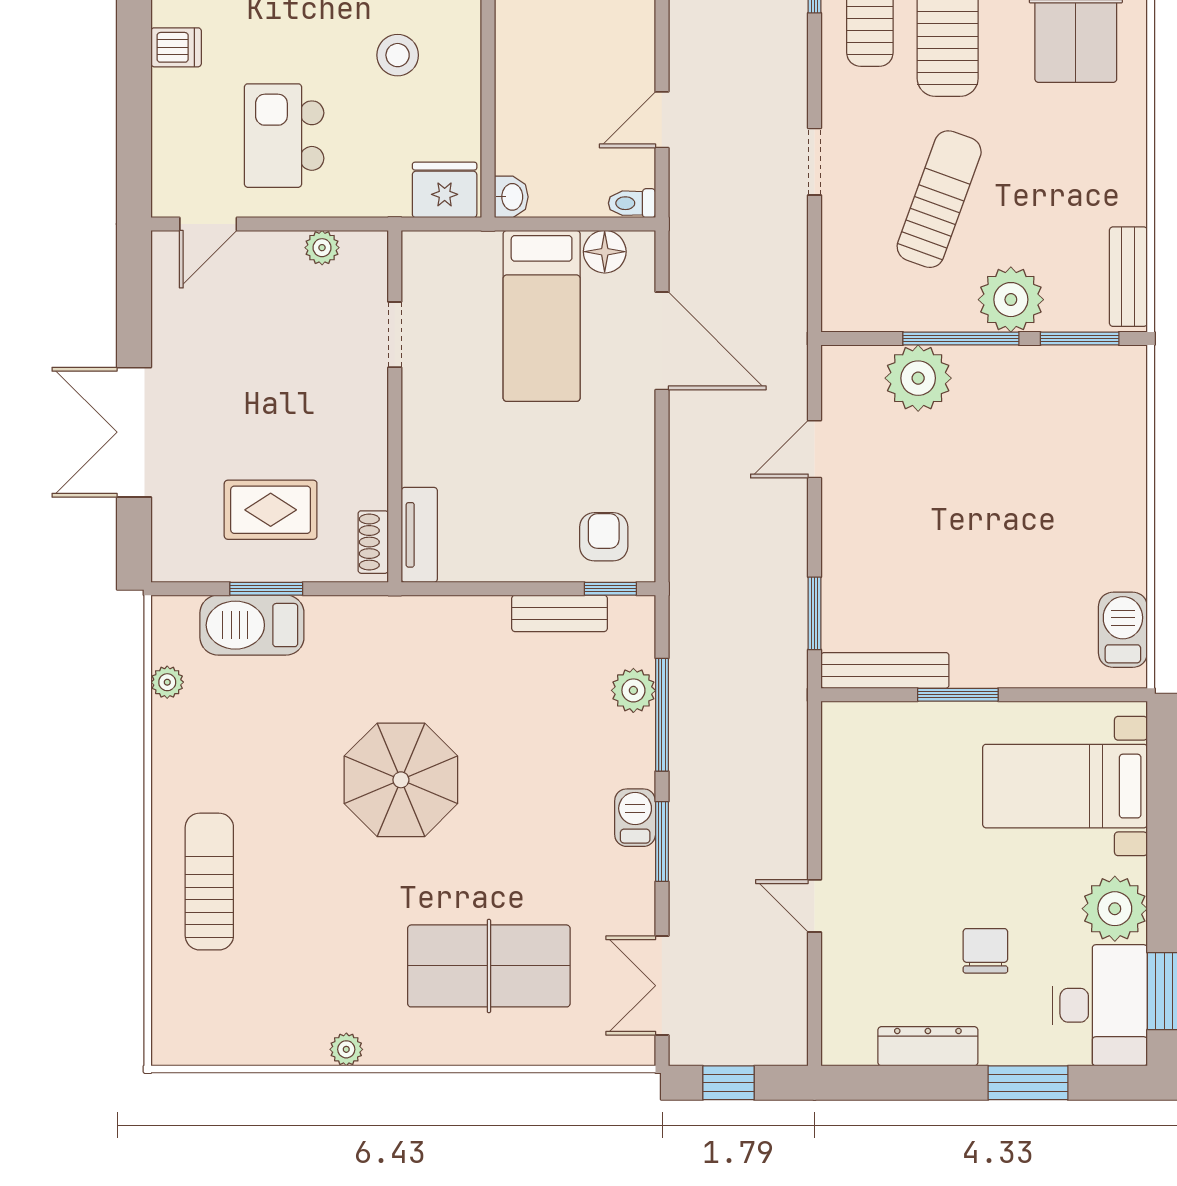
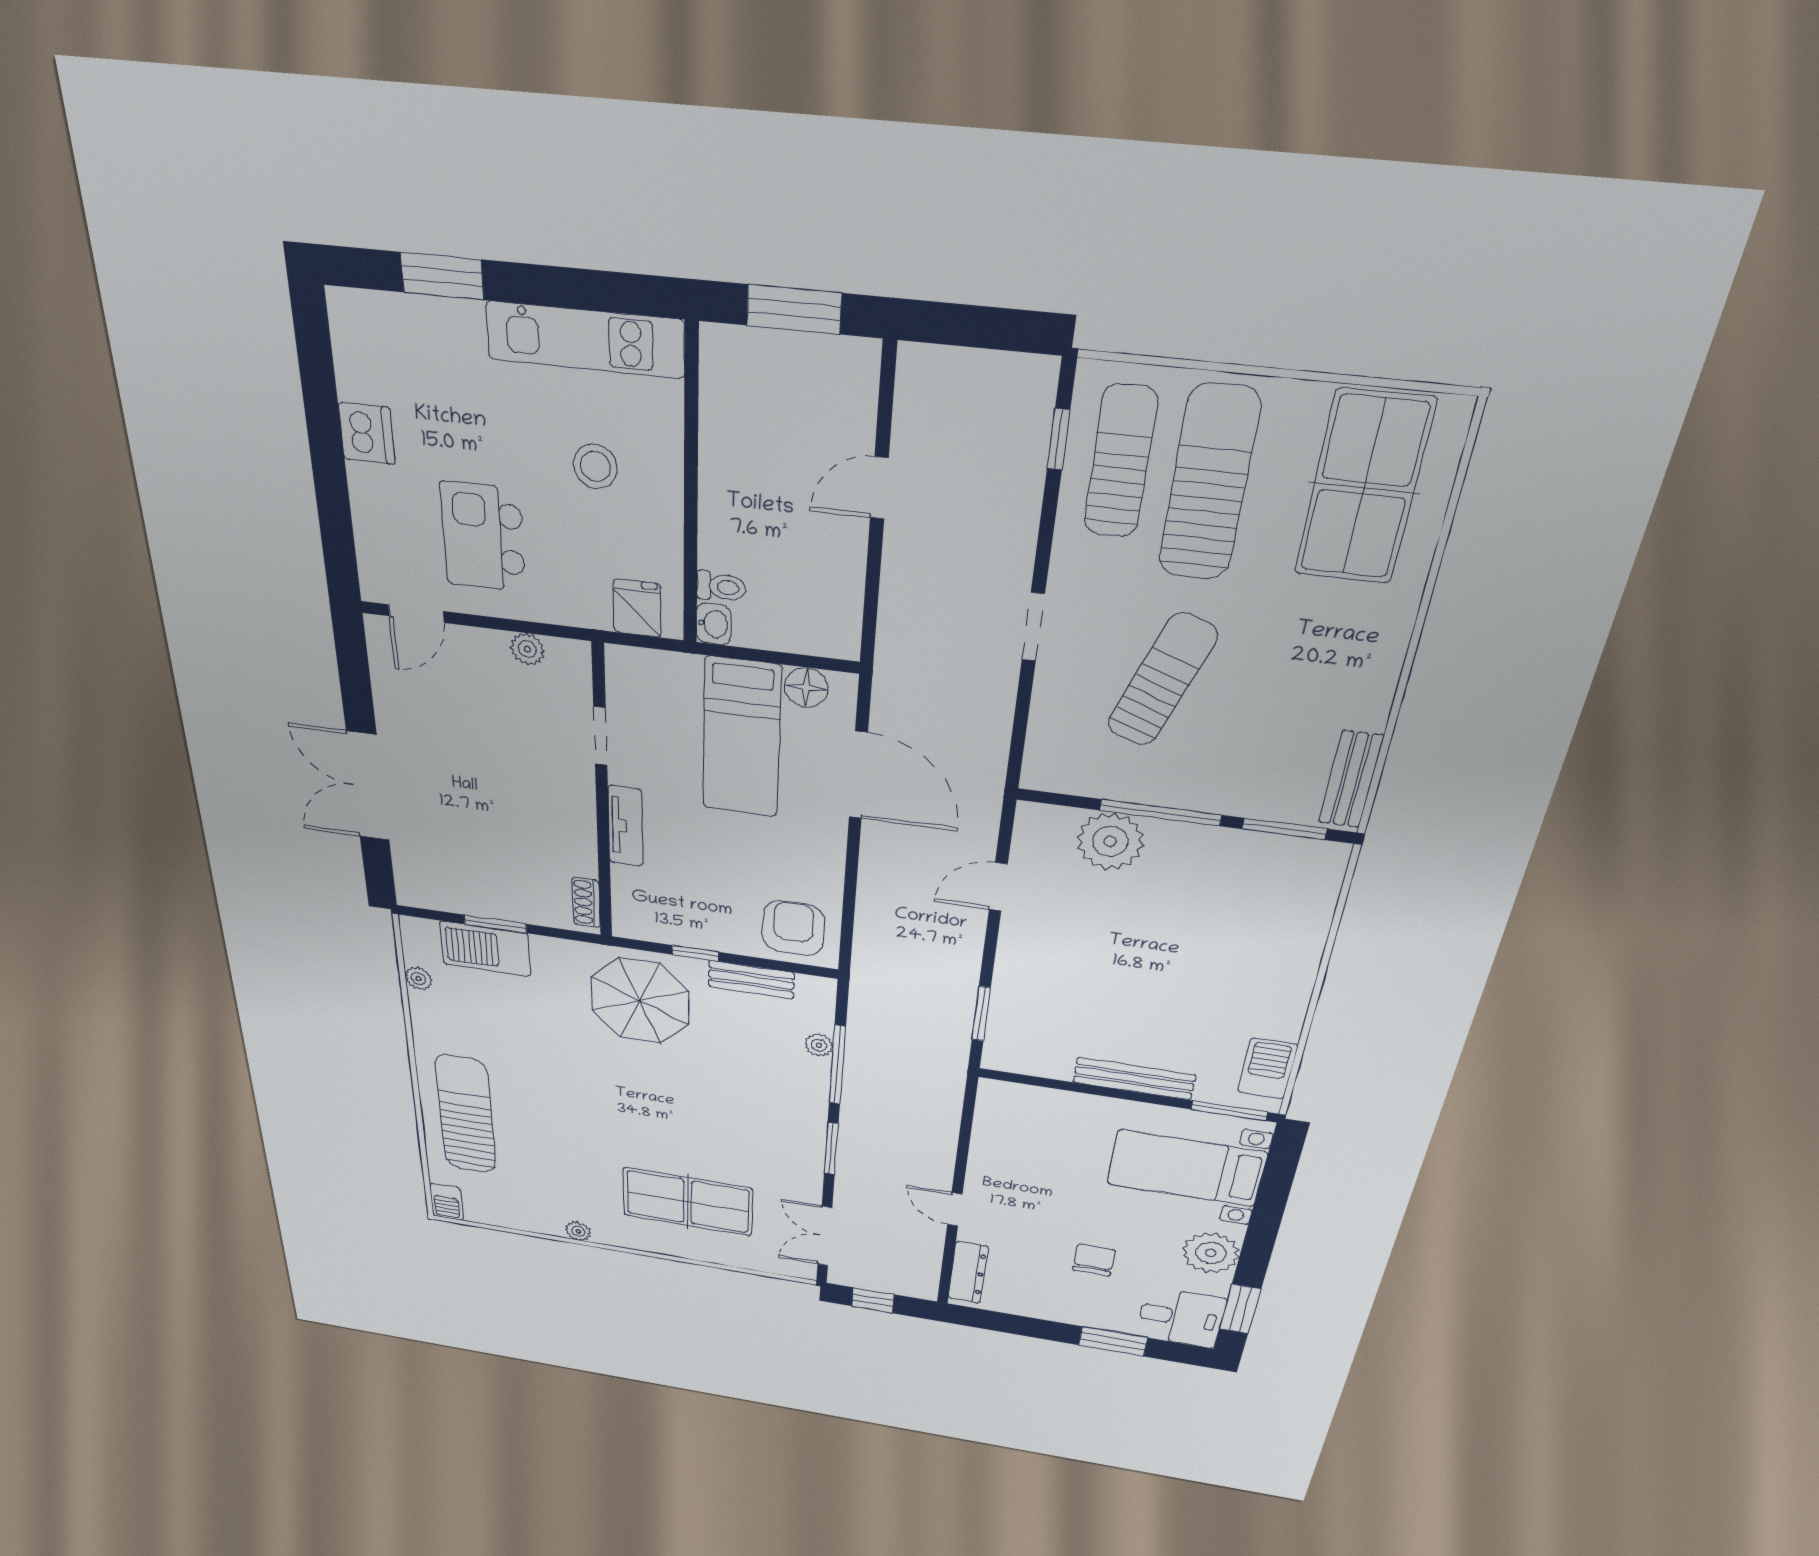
dishwasher: (176, 47) -> (367, 433), width x1.38
door: (662, 120) -> (879, 488), moved
fridge: (445, 190) -> (637, 608), width x0.72
toilet: (632, 203) -> (721, 587), moved, turned 180
plant: (1011, 300) -> (1220, 784), removed
rug: (271, 510) -> (495, 865), removed
tv unit: (419, 535) -> (625, 826), moved
armchair: (604, 537) -> (793, 928), width x1.38, depth x1.38
window: (610, 589) -> (695, 953), moved
bench: (885, 670) -> (1134, 1079), moved
plant: (633, 690) -> (819, 1045), width x0.73, depth x0.73
window: (958, 695) -> (1229, 1111), moved
parasol: (401, 780) -> (640, 1001), moved
barbecue: (635, 818) -> (446, 1202), moved, turned 180
sun lounger: (209, 882) -> (466, 1115), width x1.36, depth x1.34
desk: (1100, 1005) -> (1181, 1317), width x0.73
dresser: (928, 1046) -> (968, 1273), moved, turned 90

